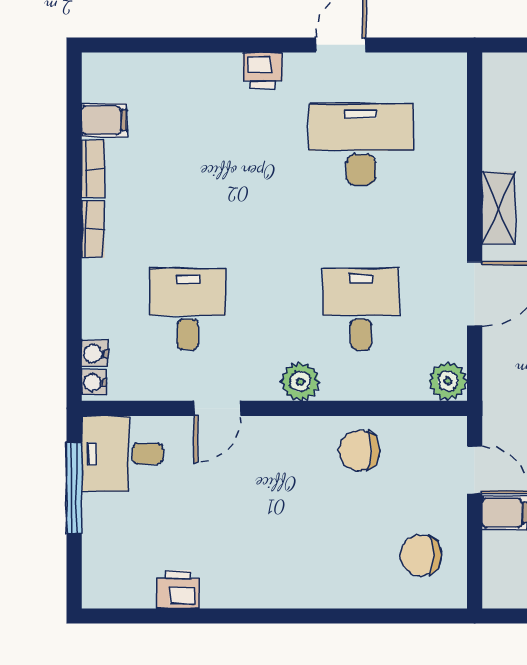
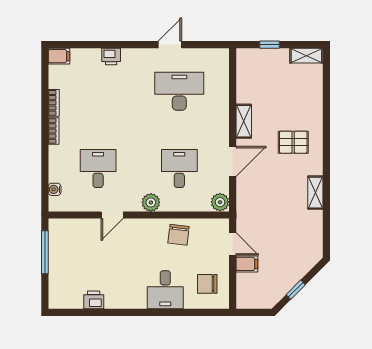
printer: (263, 70) -> (111, 57), moved
filing cabinet: (104, 120) -> (59, 56), moved
water cooler: (94, 382) -> (54, 203), removed
chair: (359, 451) -> (178, 235), turned -83
desk: (122, 454) -> (165, 290), moved, turned -90

